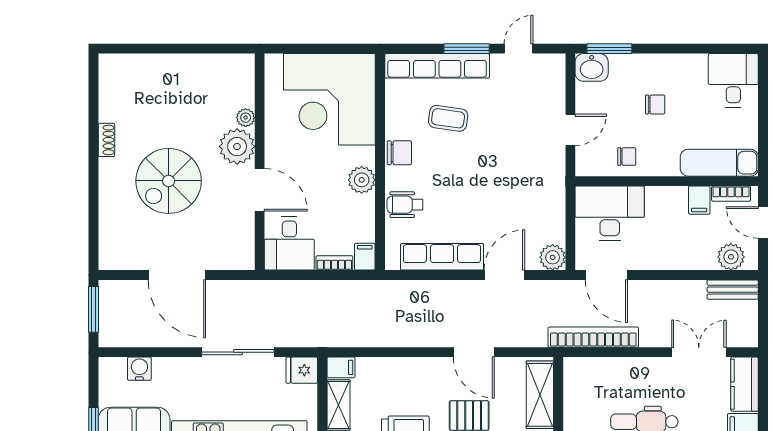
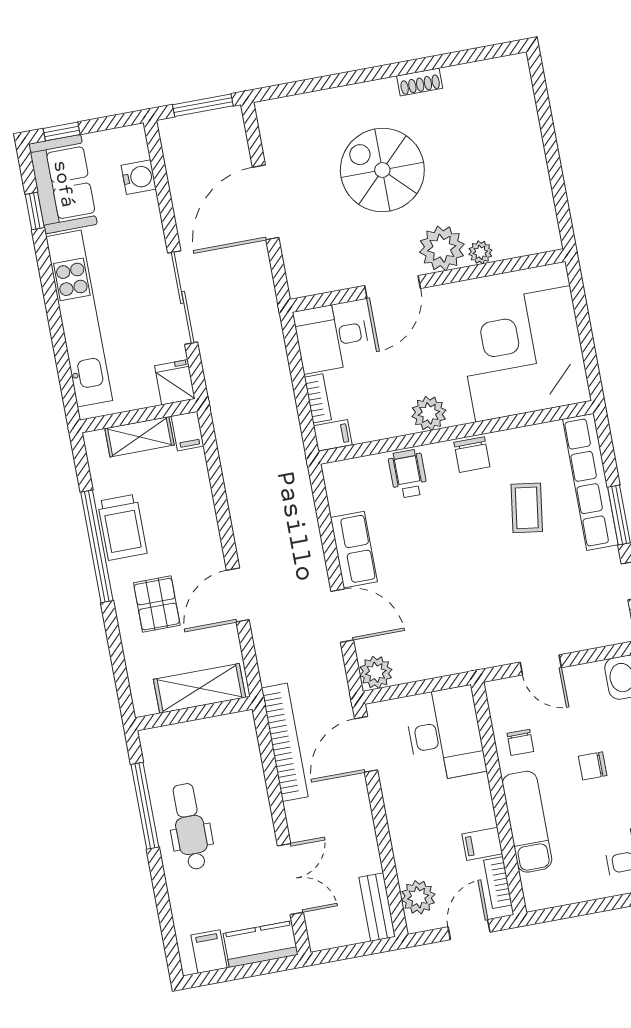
chair: (655, 104) -> (593, 766), turned 90
exam couch: (719, 163) -> (527, 822), moved
row of seats: (442, 257) -> (354, 550), width x0.68

